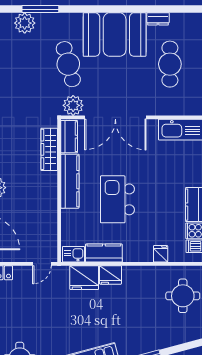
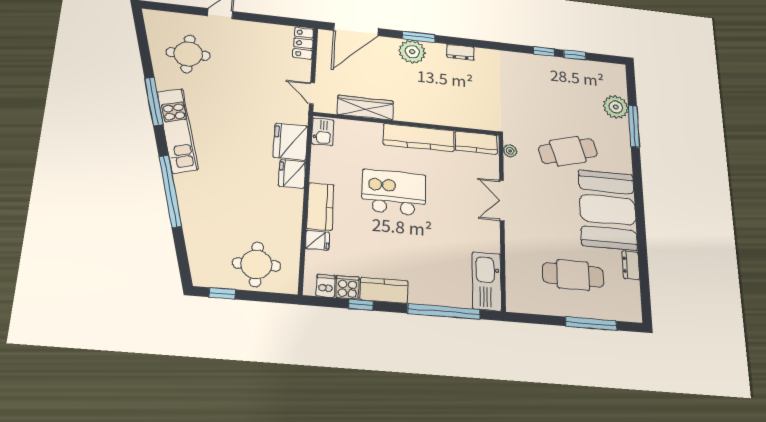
plant: (73, 105) -> (510, 151), width x0.53, depth x0.53
double door: (115, 117) -> (502, 200), width x0.54
wardrobe: (49, 149) -> (365, 108), moved
kitchen counter: (104, 253) -> (320, 207), moved

